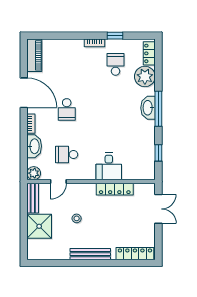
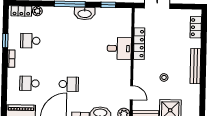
plant: (145, 76) -> (37, 11), width x0.53, depth x0.53
washbasin: (148, 108) -> (85, 13), moved
school desk: (67, 155) -> (29, 83), moved, turned 90
locker: (135, 254) -> (196, 27), width x0.66

